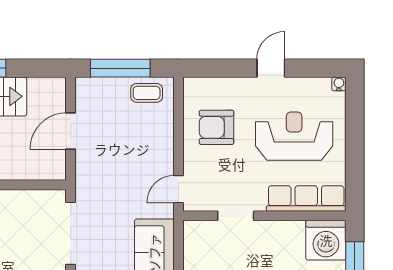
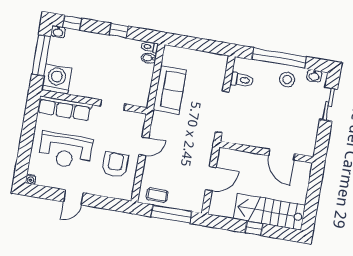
armchair: (216, 127) -> (115, 165), turned -90
door: (178, 189) -> (144, 146), moved

